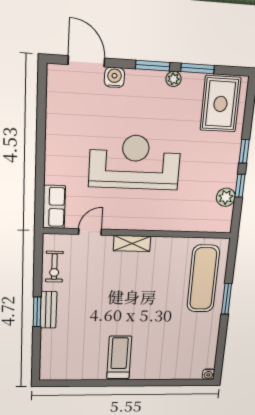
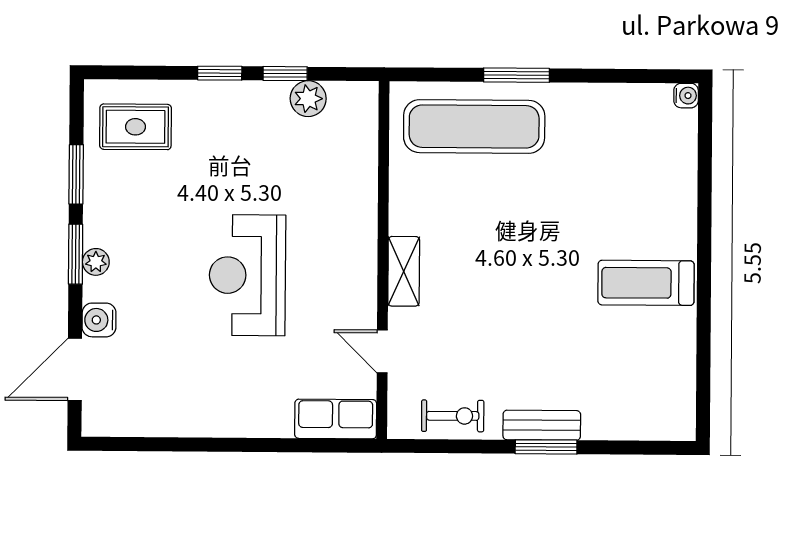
plant: (174, 79) -> (96, 262), moved
rug: (220, 104) -> (135, 127), width x0.73, depth x0.70
reception desk: (135, 162) -> (247, 275), width x0.74, depth x0.77

